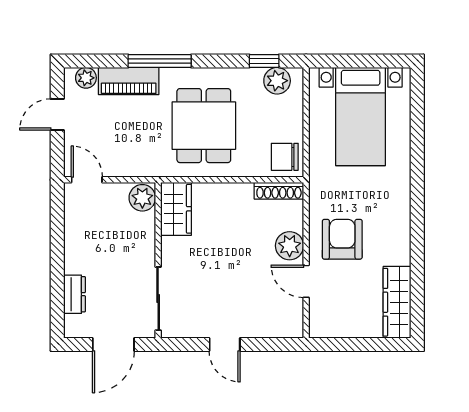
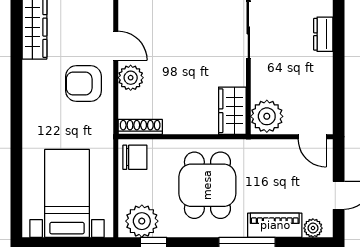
plant: (277, 81) -> (142, 221), width x1.36, depth x1.36
plant: (142, 198) -> (267, 116), width x1.36, depth x1.36
armchair: (342, 239) -> (83, 84), turned 90

